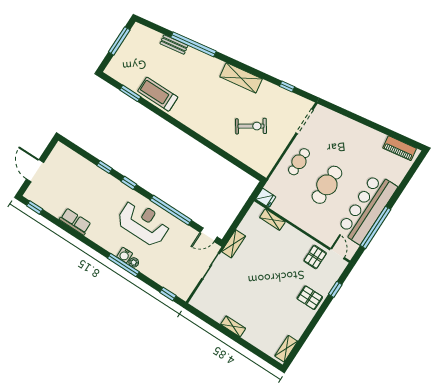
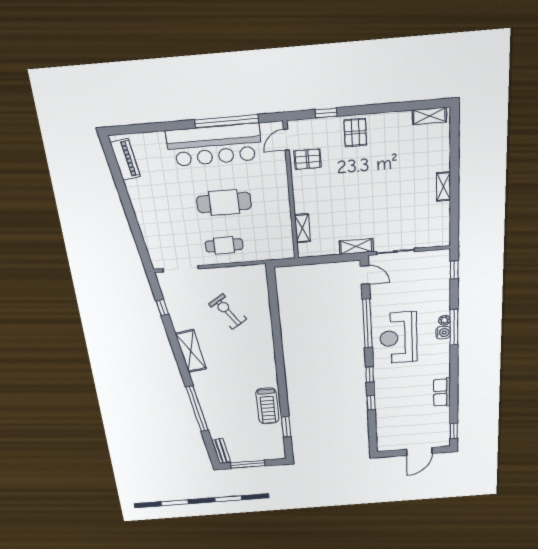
bench: (174, 45) -> (221, 451), moved
fridge: (266, 198) -> (286, 250), removed

